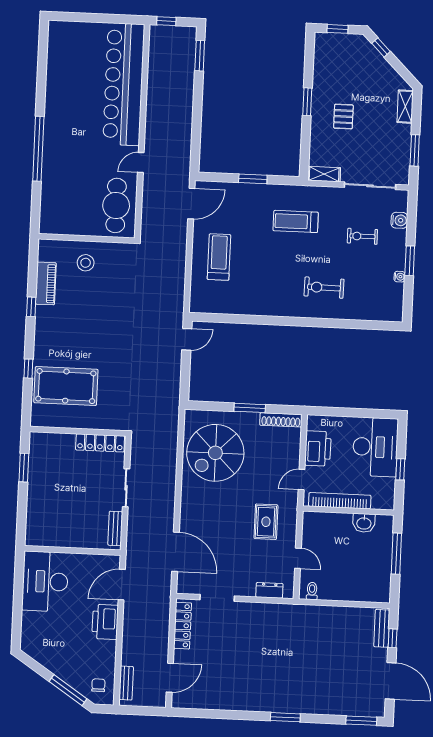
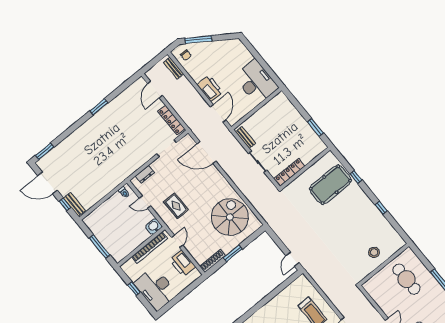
cafe table: (116, 205) -> (406, 279), moved
piano: (46, 283) -> (384, 225), removed
washbasin: (364, 523) -> (154, 227), moved
window: (285, 717) -> (99, 107), moved

